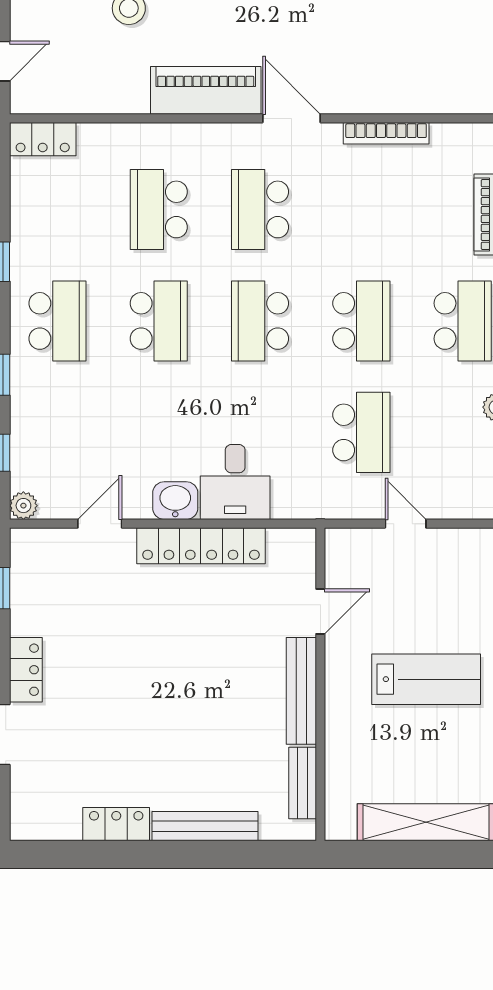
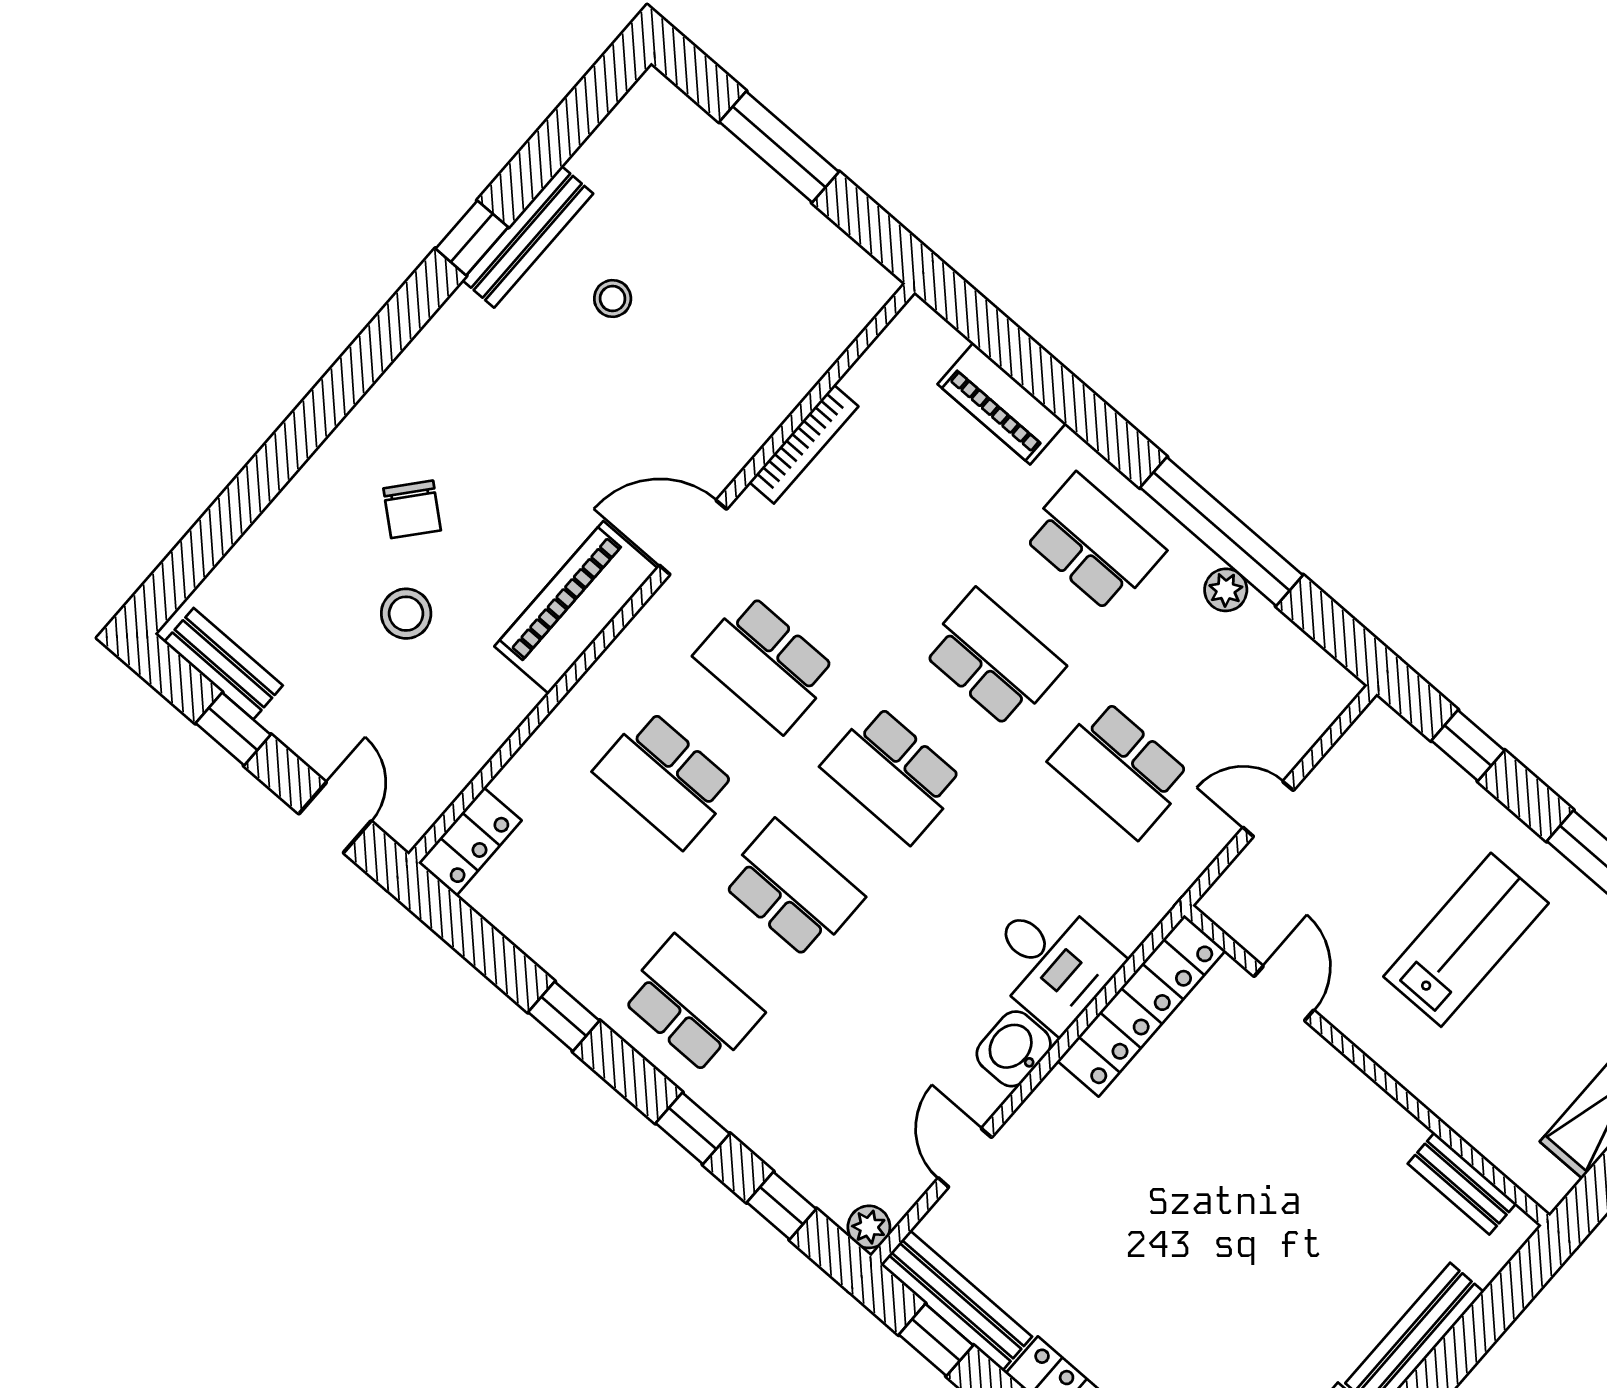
school desk: (361, 432) -> (1120, 769), turned 180
locker: (201, 546) -> (1141, 1006), moved
bench: (301, 691) -> (956, 1301), moved

